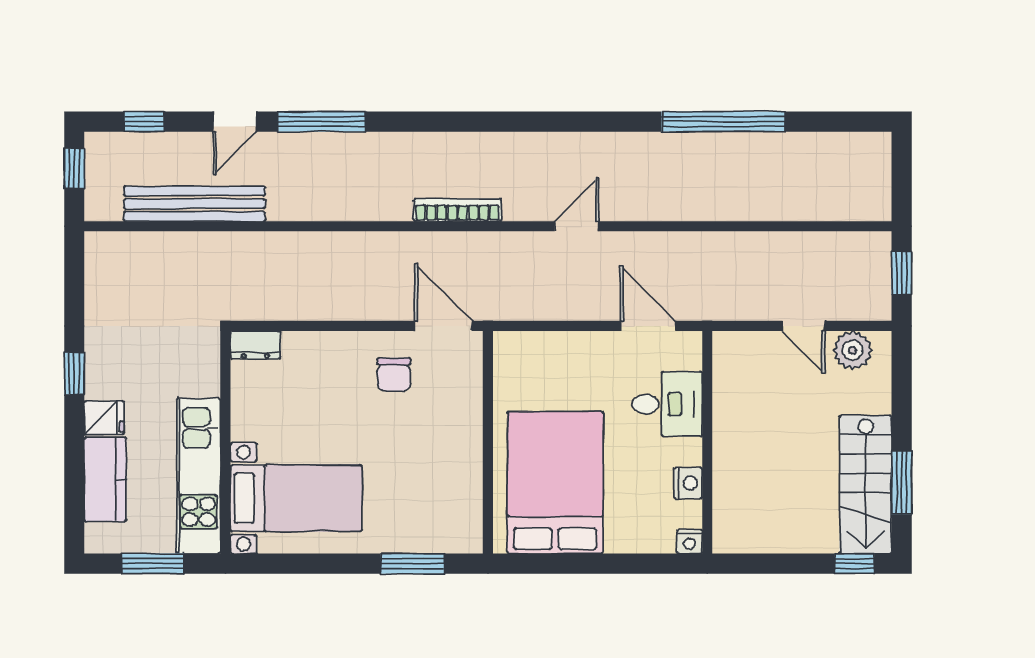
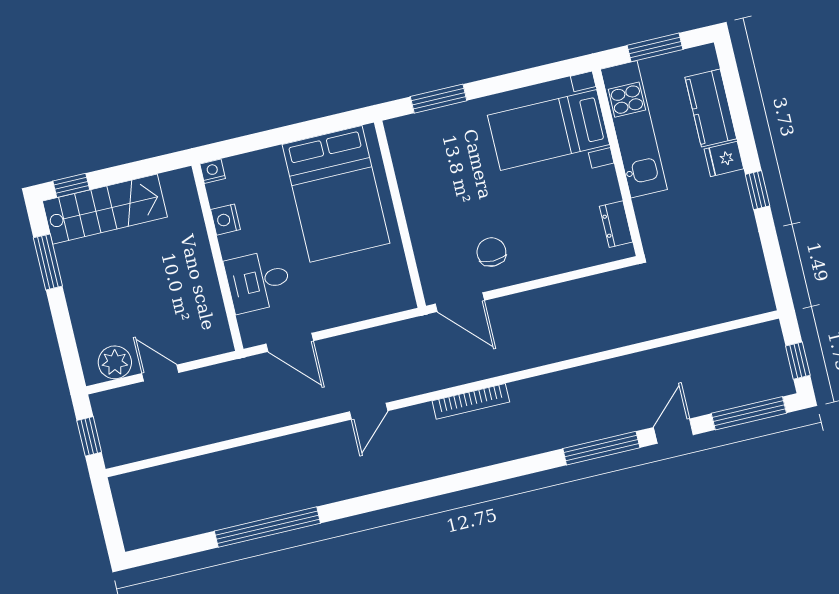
window: (144, 122) -> (749, 413), width x2.17
bench: (195, 204) -> (691, 355), removed
dresser: (255, 345) -> (616, 224), moved, turned -90
stairs: (866, 484) -> (105, 209), moved, turned 90

